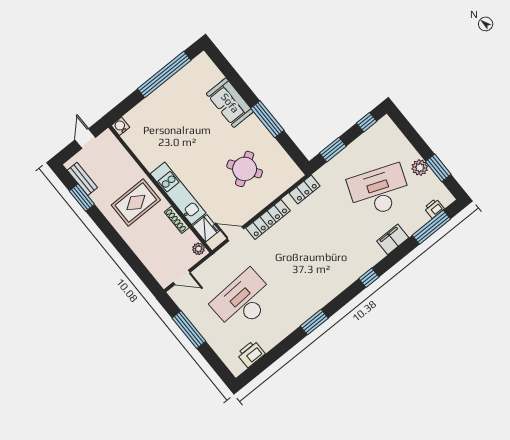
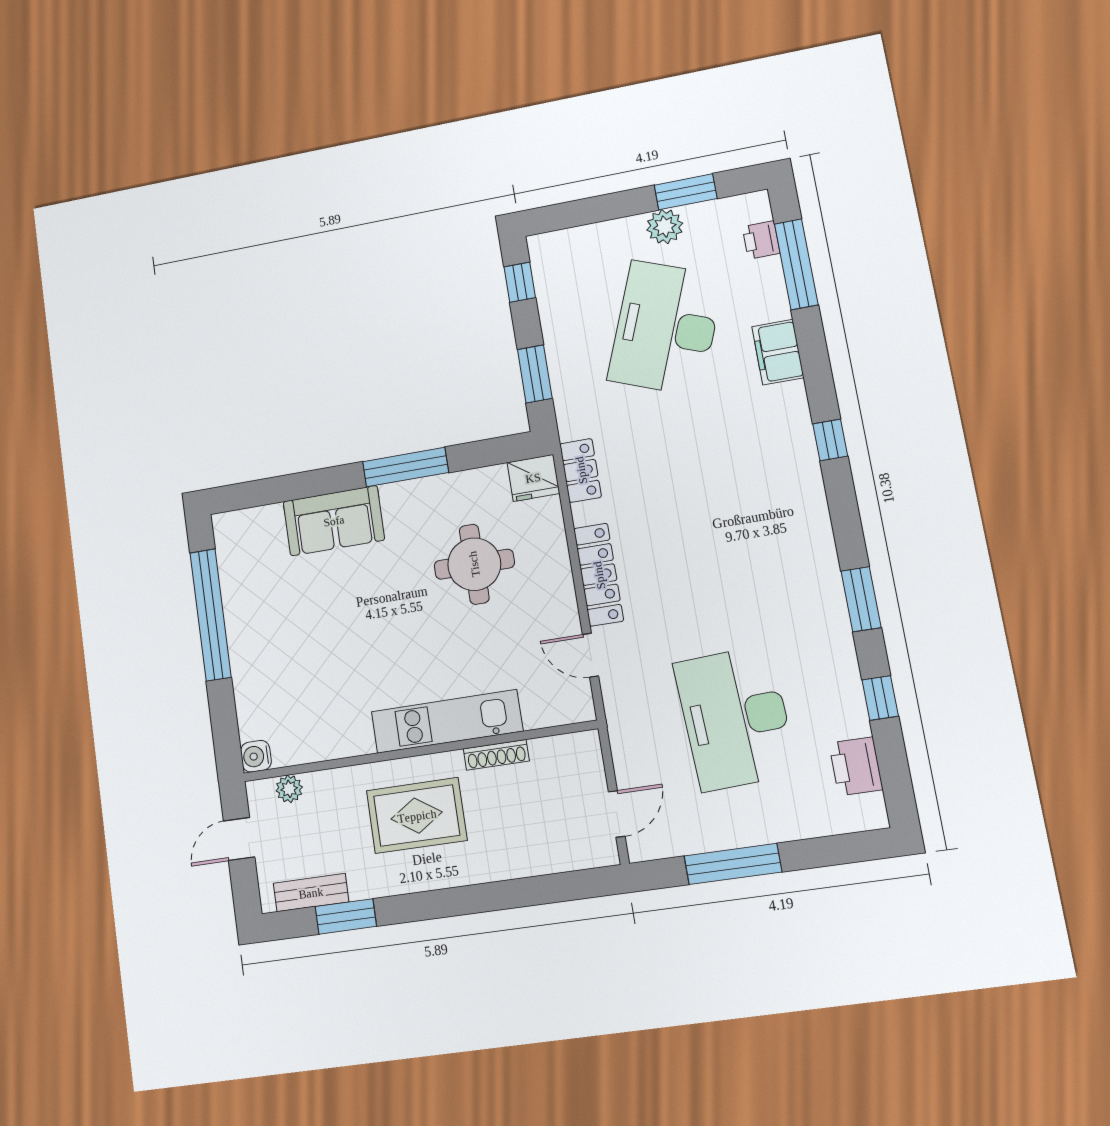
door: (85, 139) -> (239, 839), hinge flipped
round table: (245, 169) -> (474, 564), turned 33
rug: (136, 203) -> (417, 816), turned 90
fridge: (206, 228) -> (533, 478), moved, turned 180
door: (235, 234) -> (590, 655), hinge flipped
plant: (198, 249) -> (289, 789), moved
window: (281, 349) -> (880, 698), added

